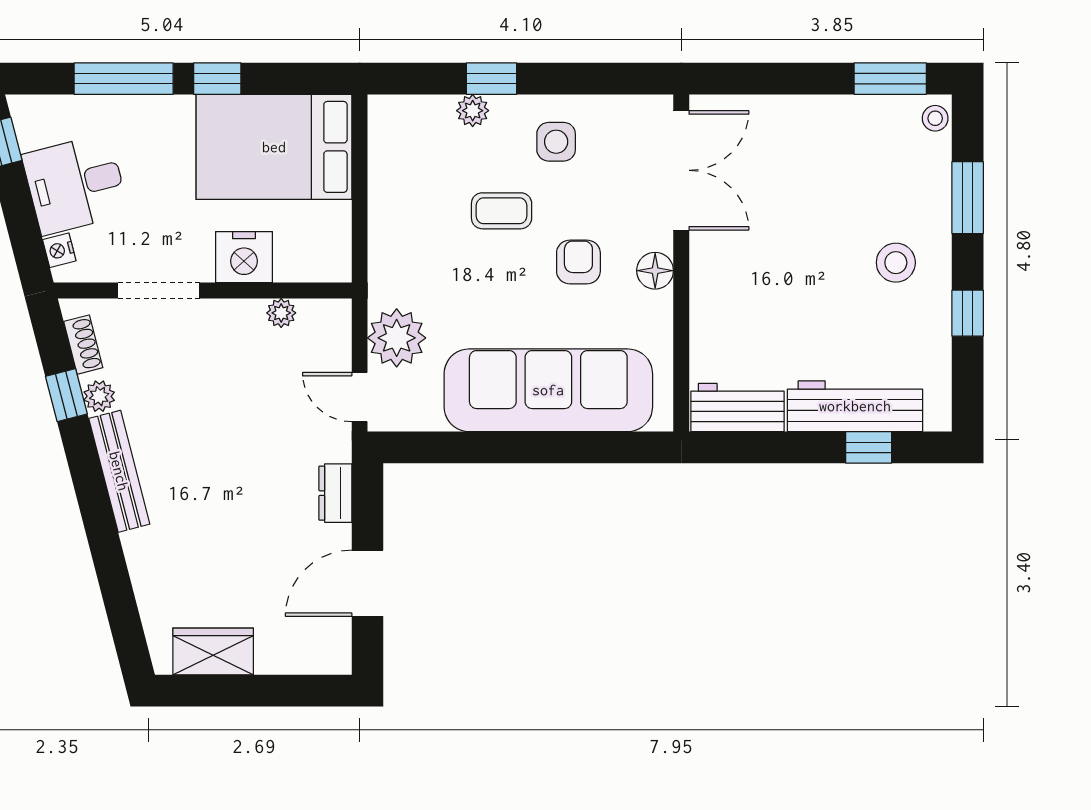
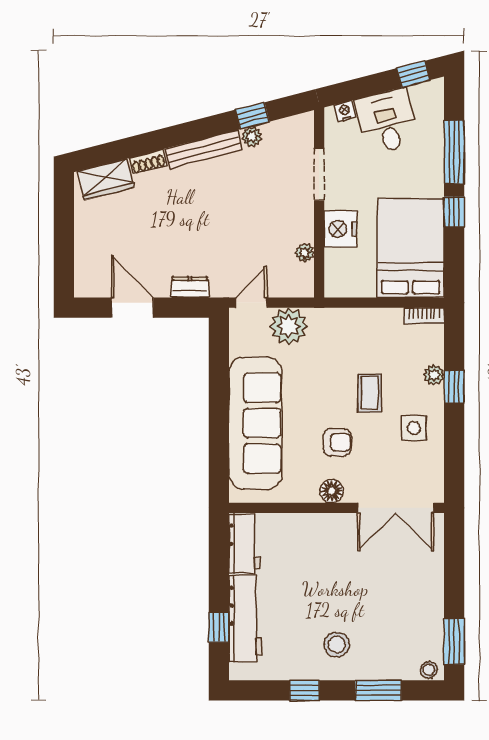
bookcase: (380, 126) -> (424, 316), added
shoe rack: (83, 345) -> (148, 162), moved
wardrobe: (213, 651) -> (106, 179), moved, turned 76

